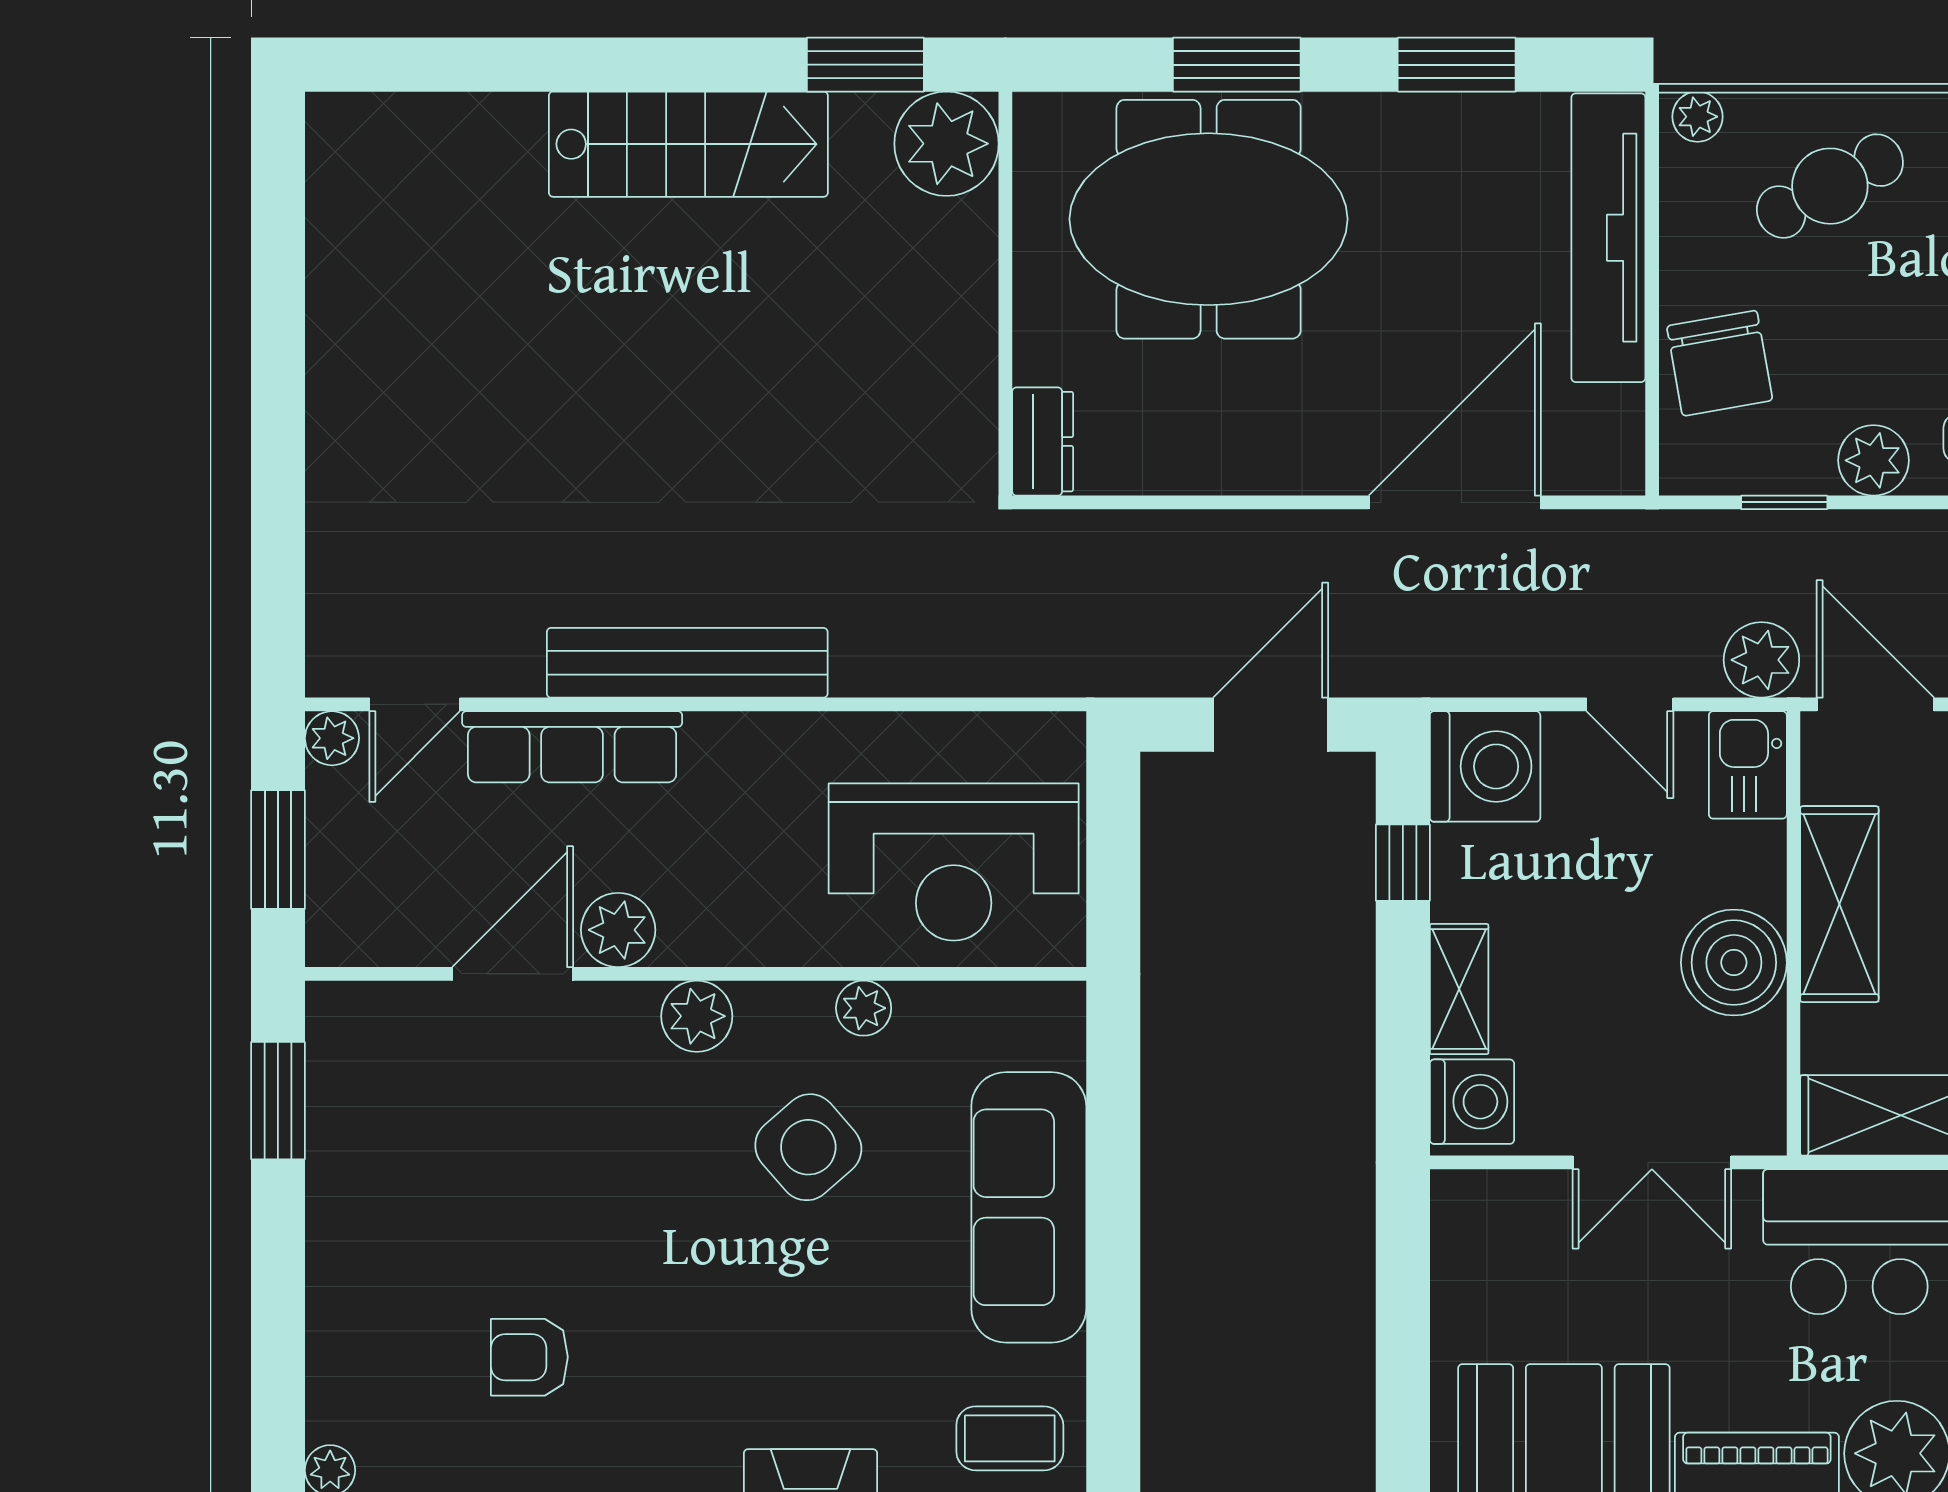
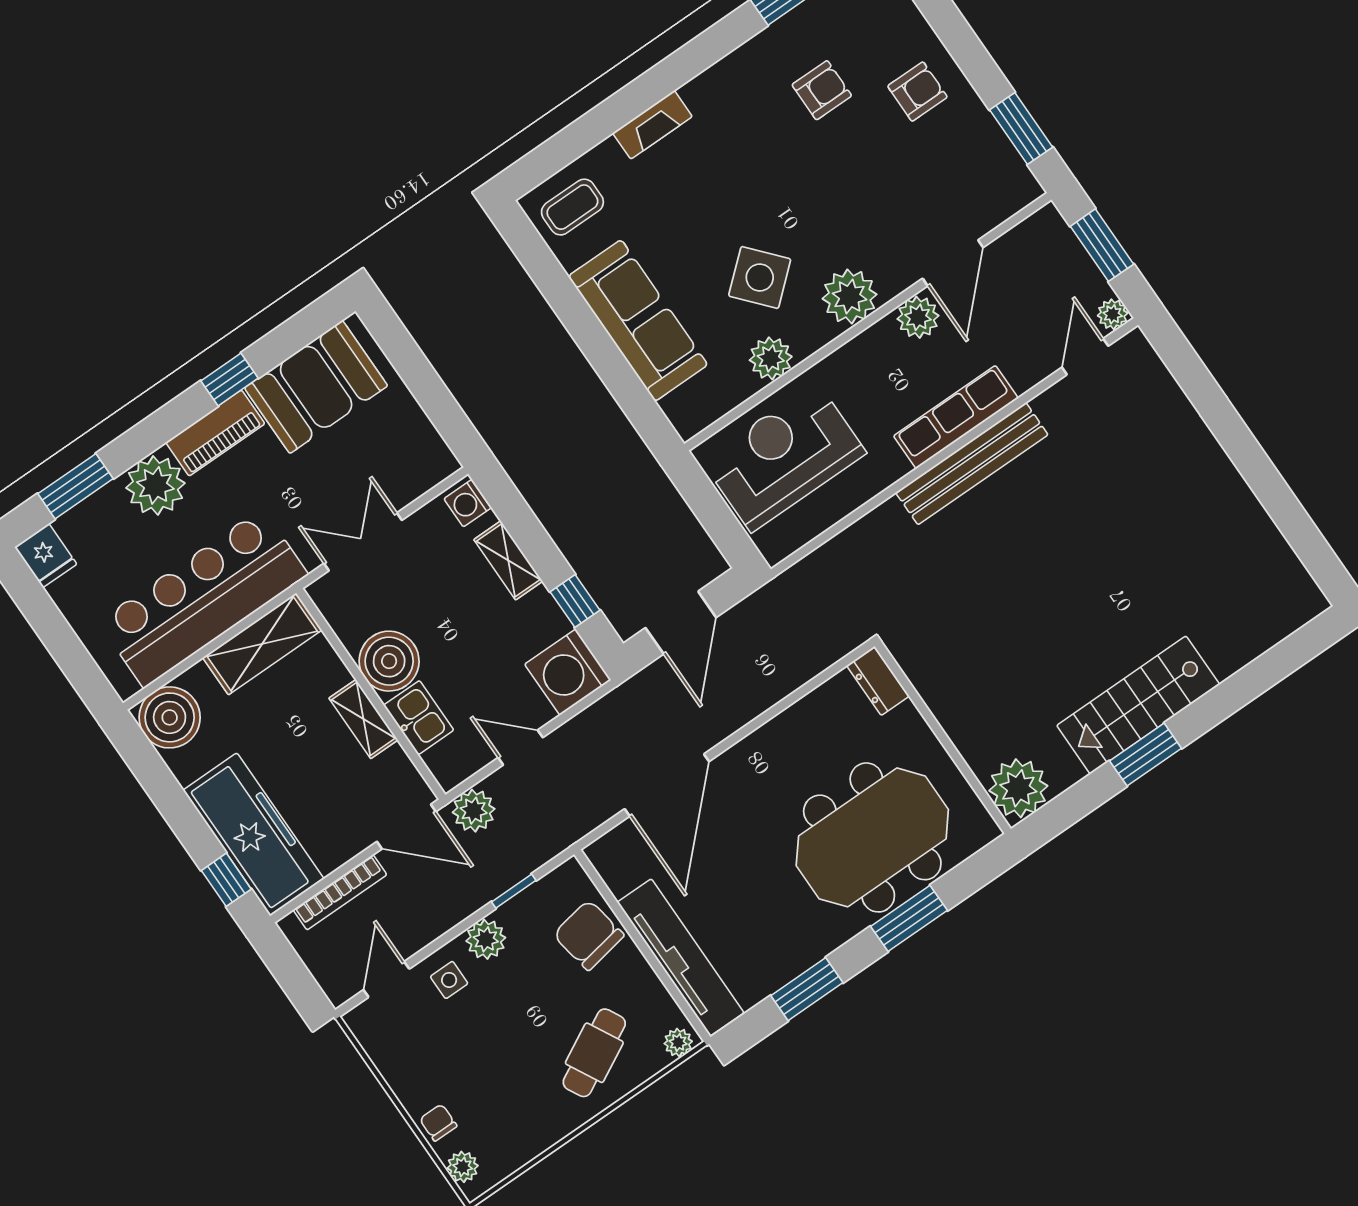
window: (865, 65) -> (1146, 755), moved
row of seats: (572, 747) -> (956, 417), moved
kitchen sink: (1748, 765) -> (419, 718), moved
shelving: (1839, 904) -> (363, 719), width x0.67, depth x0.75
plant: (864, 1008) -> (771, 358), width x1.38, depth x1.38
plant: (697, 1016) -> (850, 296), width x1.36, depth x1.36
washing machine: (1472, 1102) -> (468, 503), width x0.73, depth x0.73
armchair: (392, 1259) -> (917, 92), added

